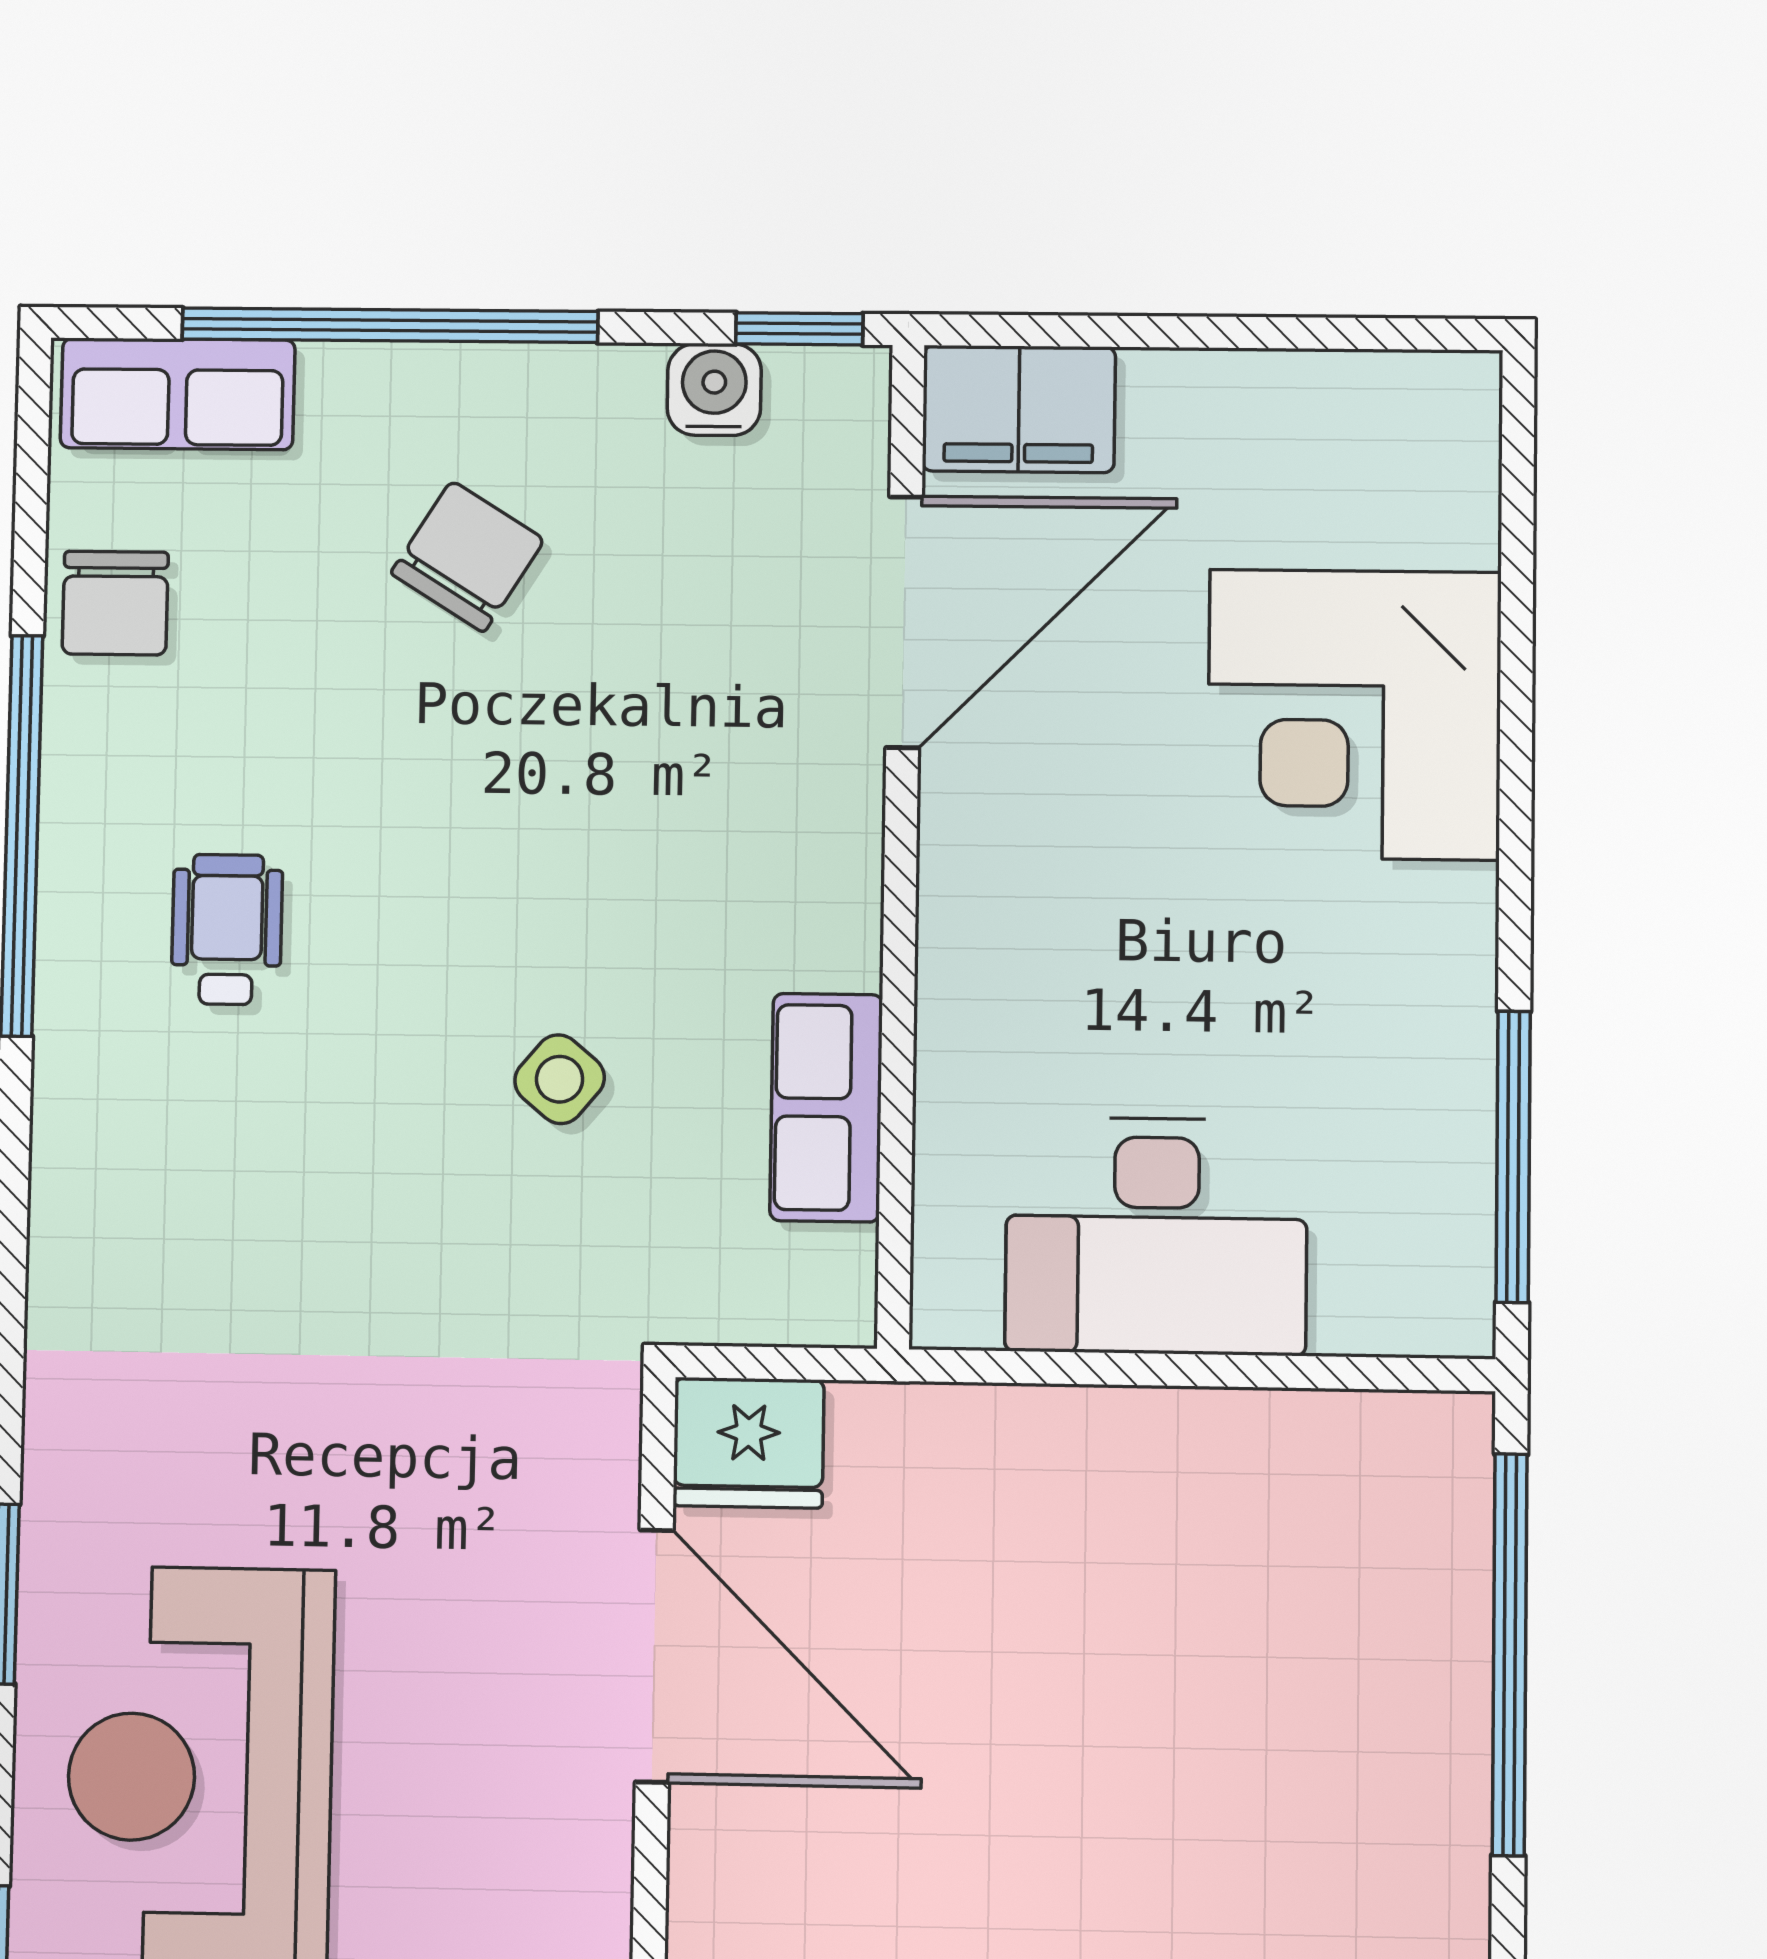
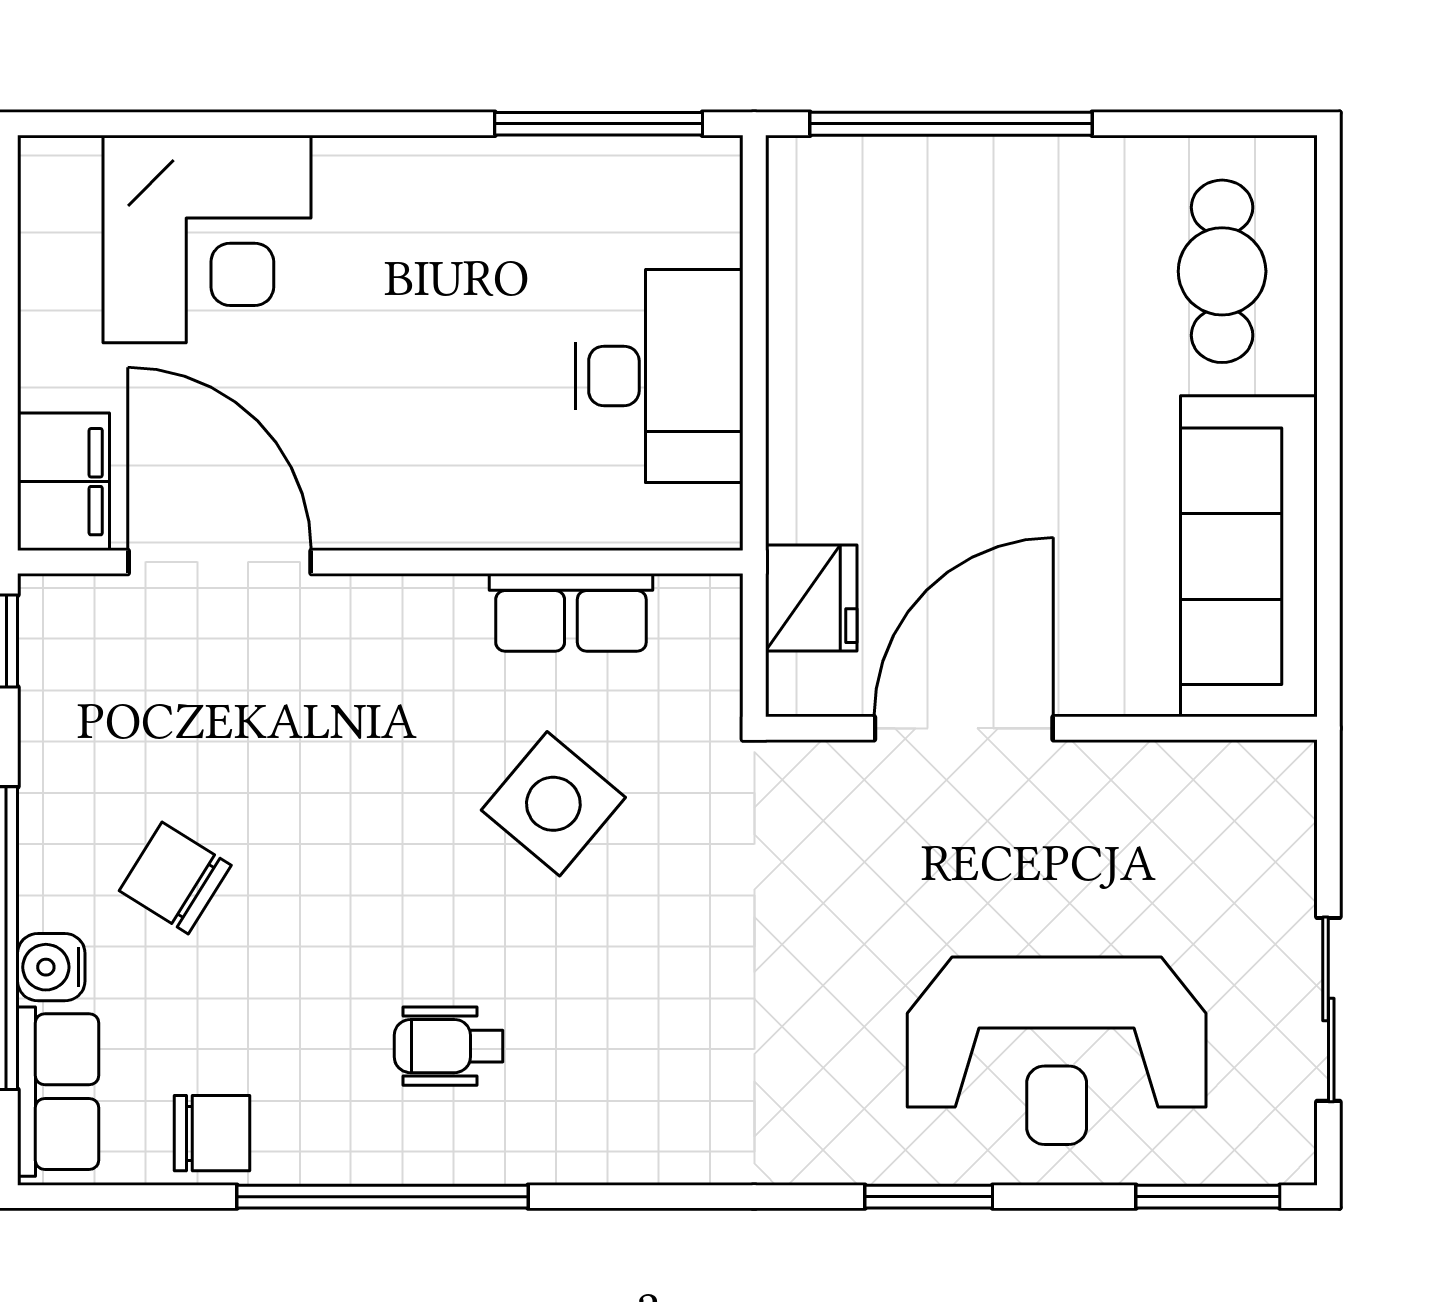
water cooler: (714, 389) -> (51, 967), moved
corner desk: (1354, 714) -> (207, 239), moved
side table: (560, 1079) -> (553, 804), width x1.87, depth x1.87
fridge: (749, 1443) -> (811, 598), moved

